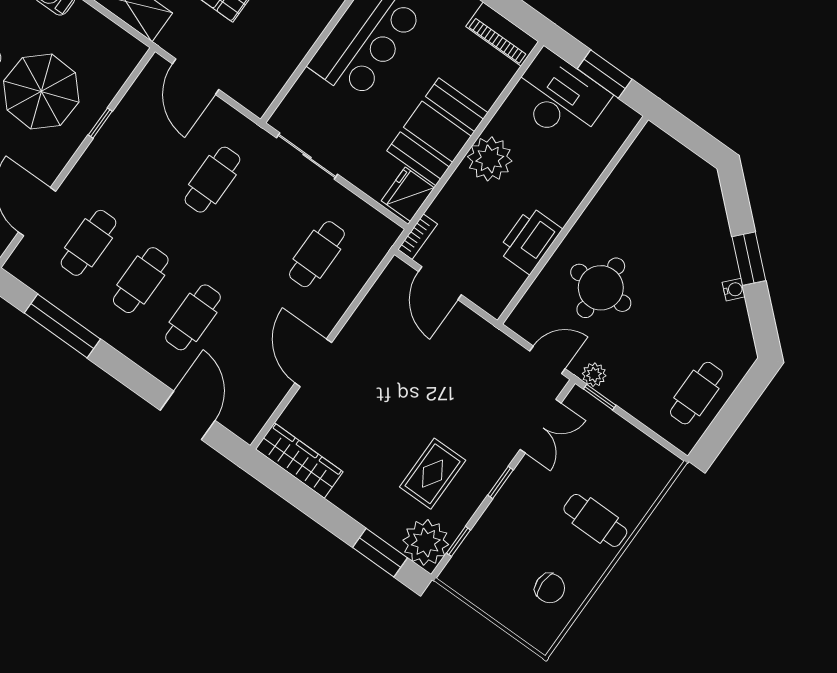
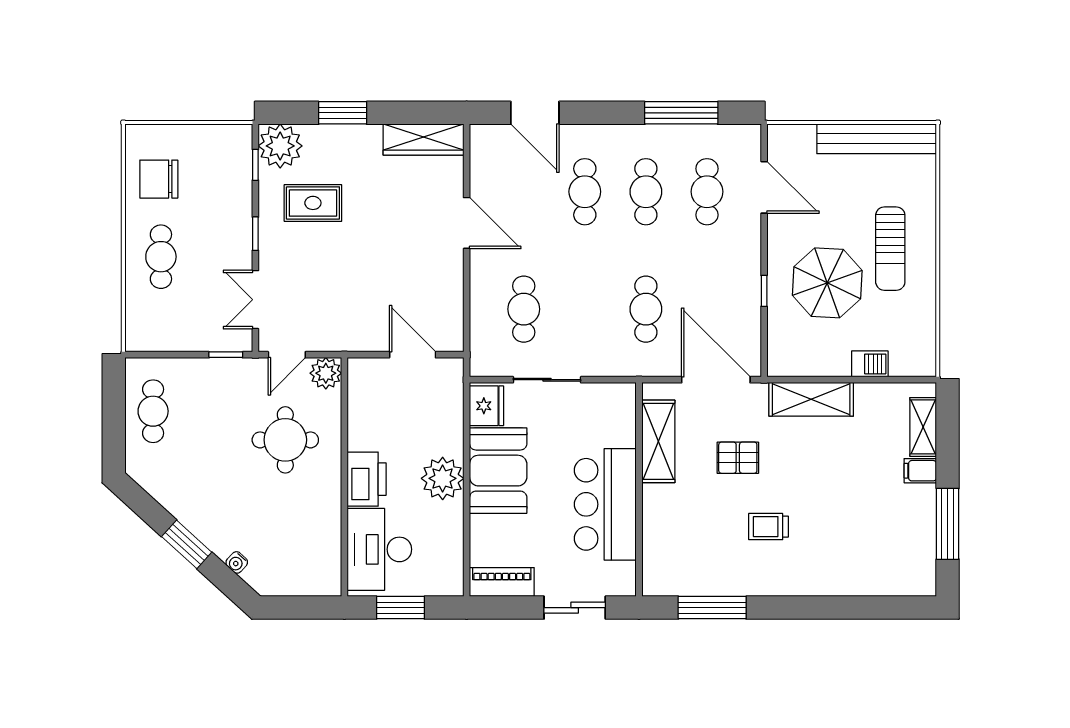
shelving: (283, 59) -> (658, 441), added
door: (196, 77) -> (716, 380), width x1.36
desk: (559, 97) -> (379, 549), moved, turned 90
sliding door: (307, 156) -> (547, 380), moved
bookcase: (418, 237) -> (455, 378), removed
printer: (530, 240) -> (367, 479), moved
water cooler: (734, 290) -> (237, 562), moved
plant: (594, 375) -> (326, 373), moved, width x1.38, depth x1.38
rug: (433, 474) -> (313, 203), turned 90
cafe table: (595, 520) -> (161, 257), turned 90
window: (380, 553) -> (343, 113), moved
chair: (550, 588) -> (159, 179), width x1.37, depth x1.37

